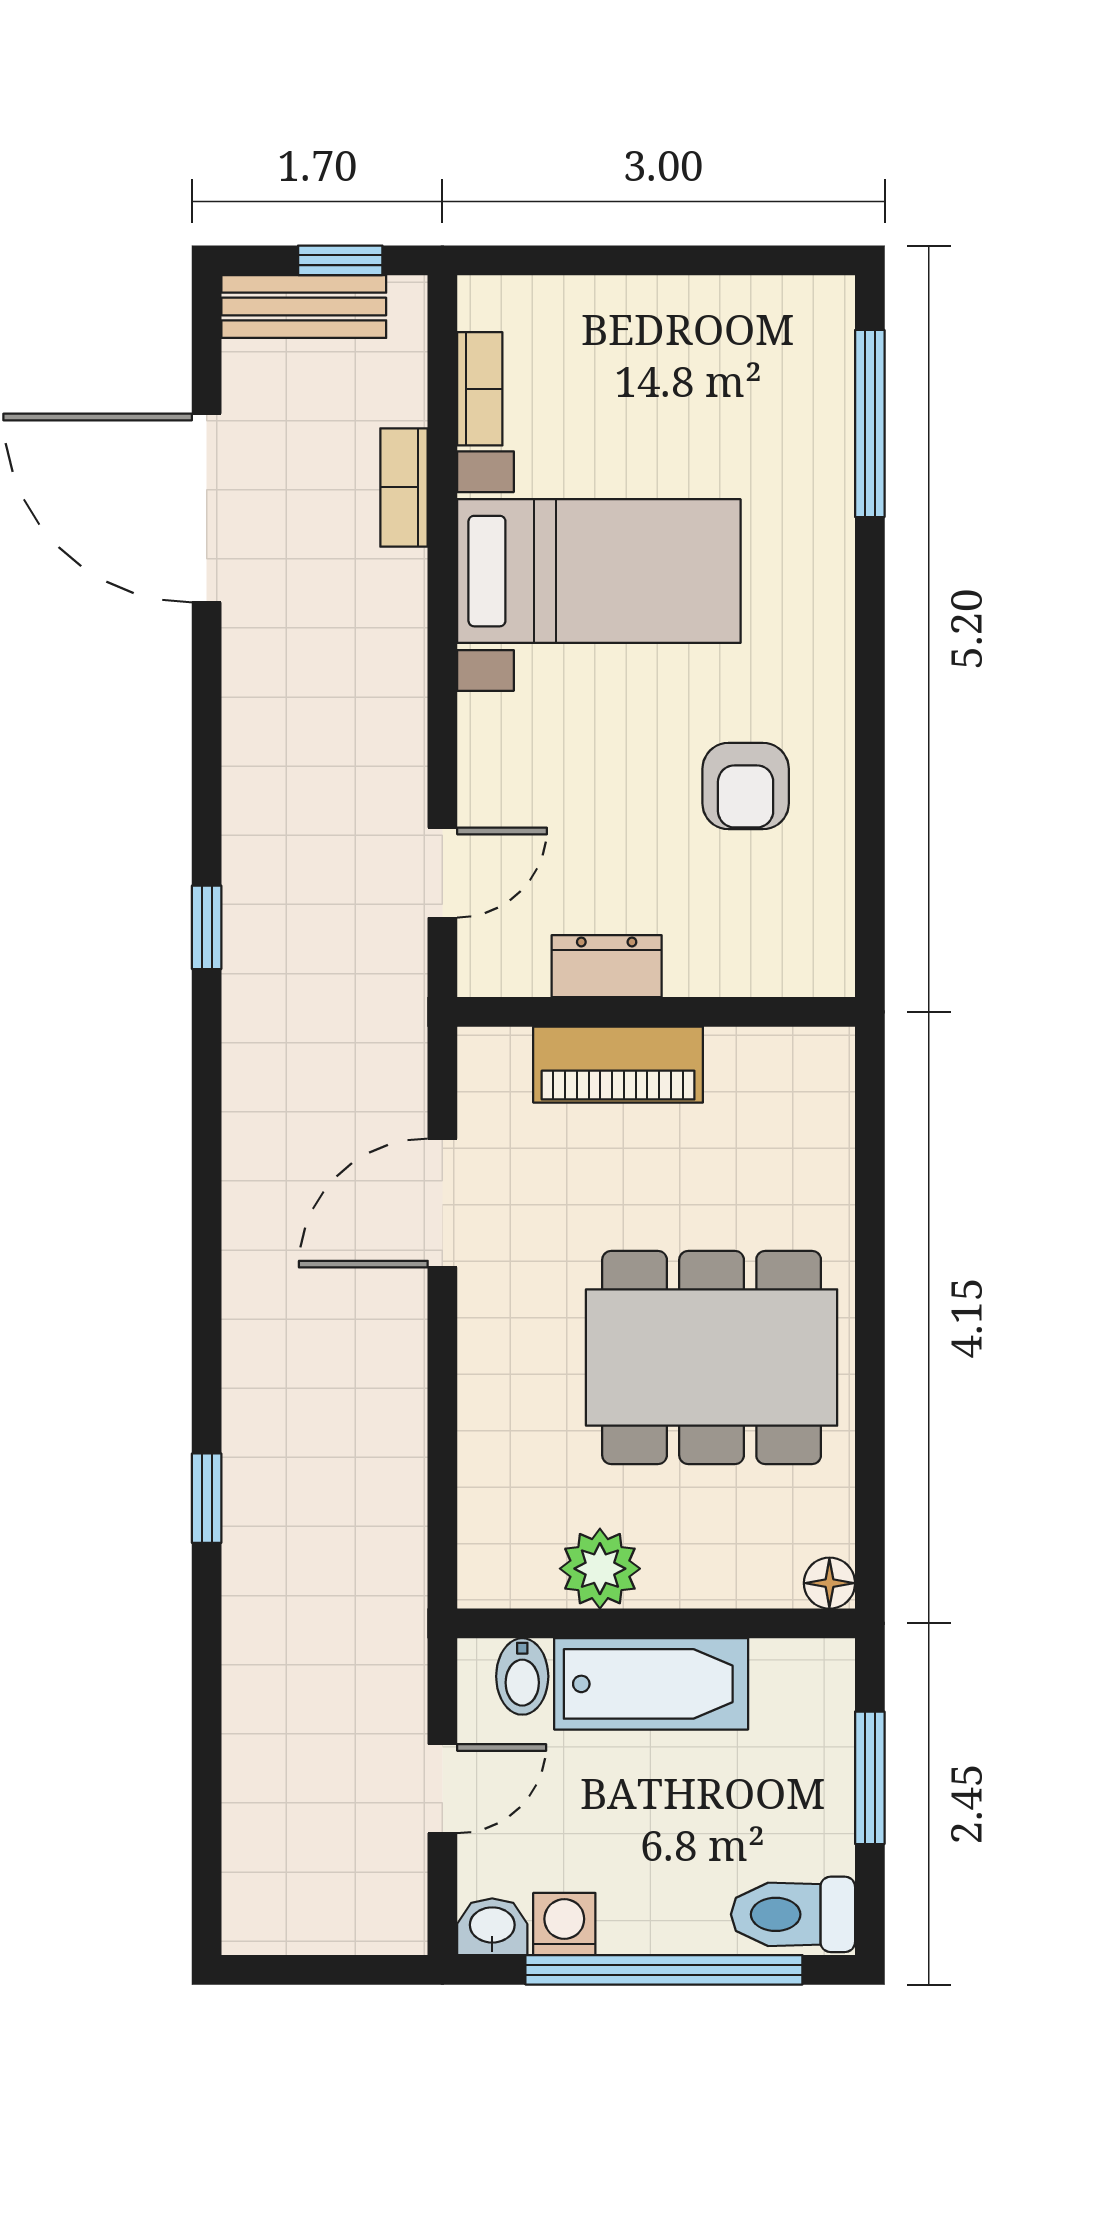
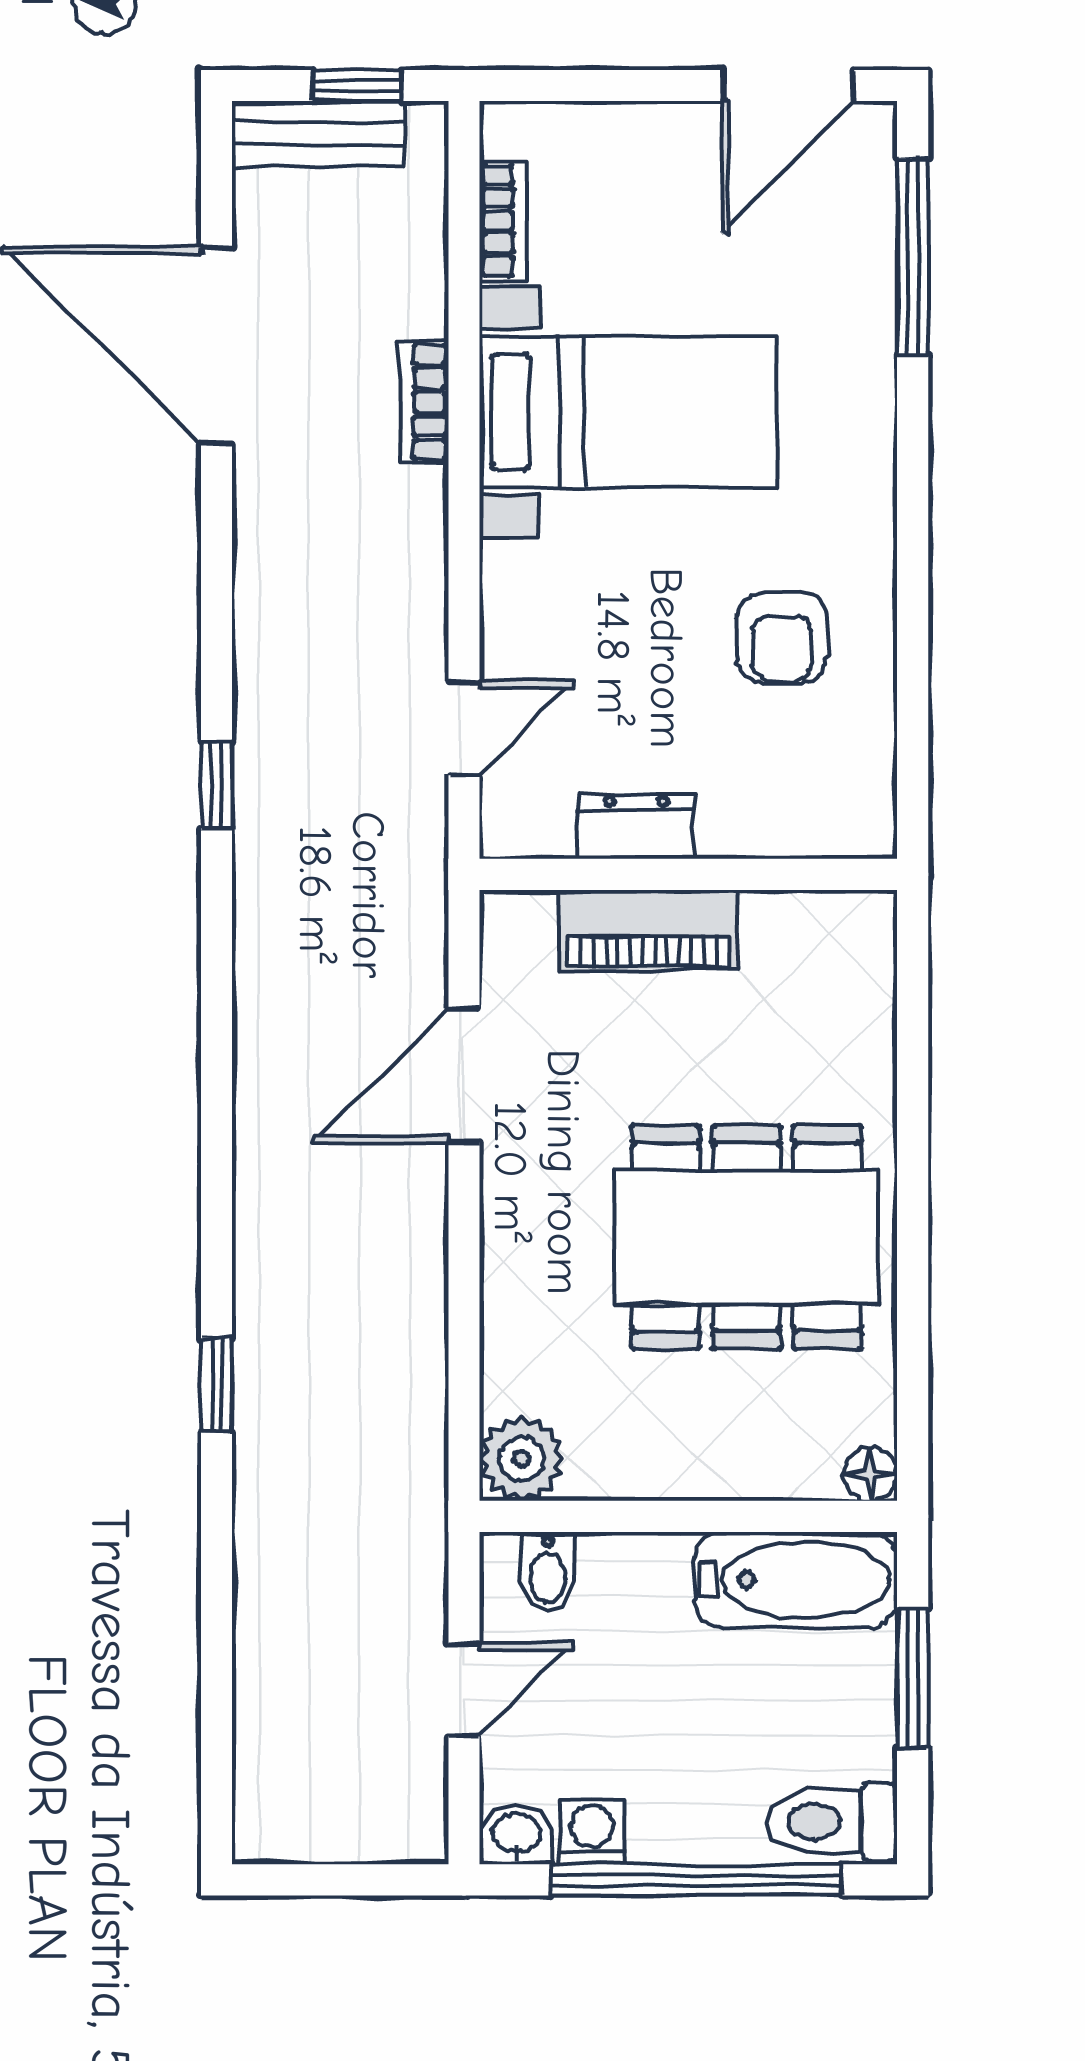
door: (751, 260) -> (788, 85), added
bookcase: (404, 487) -> (424, 402), moved
plant: (600, 1569) -> (522, 1459), moved
bathtub: (651, 1684) -> (795, 1580), moved

